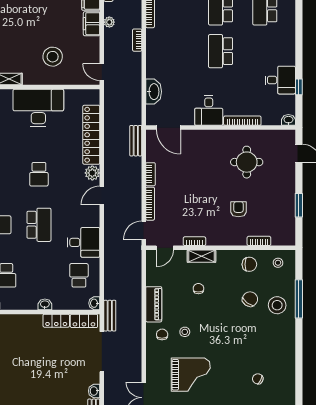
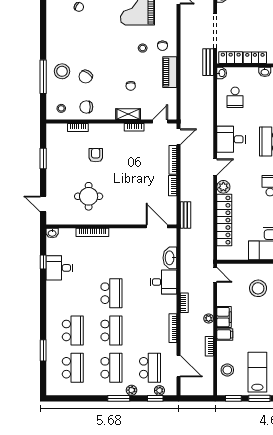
desk: (209, 110) -> (164, 282), moved, turned 90
armchair: (239, 209) -> (96, 155), turned 180
desk: (84, 242) -> (231, 139), moved

